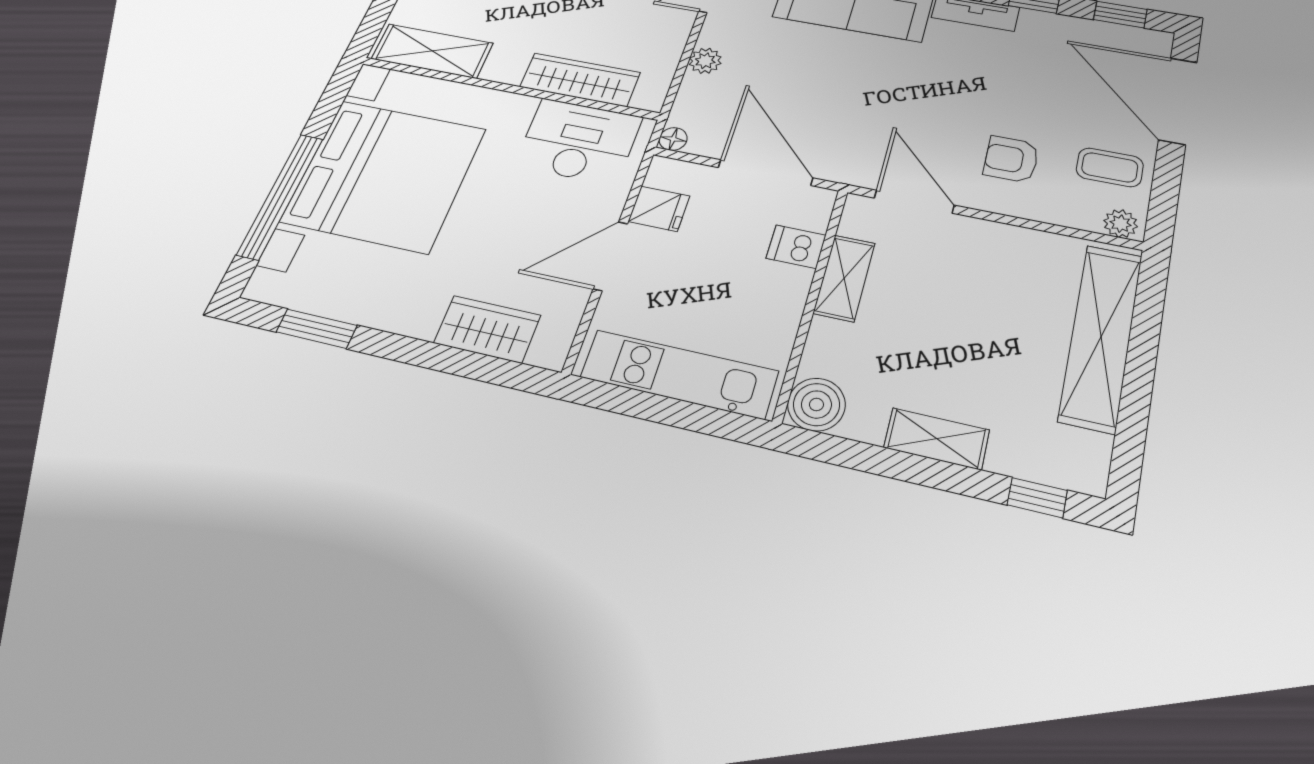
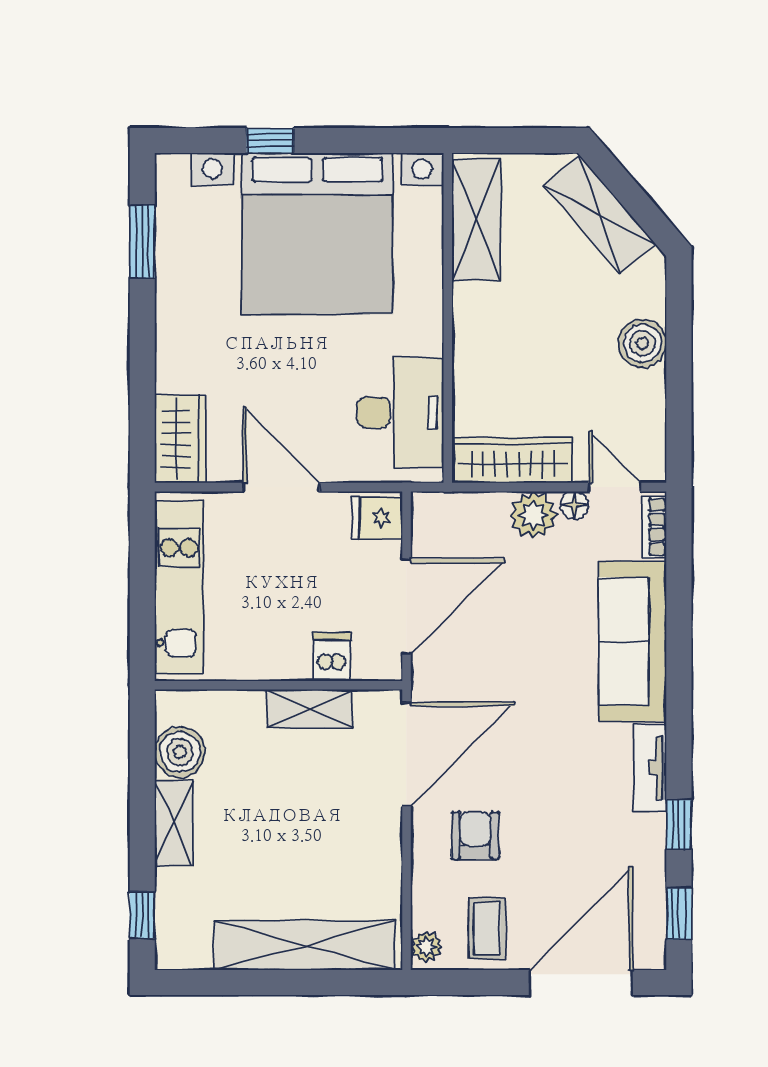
plant: (705, 61) -> (533, 515), width x1.38, depth x1.38
wardrobe: (580, 80) -> (513, 460), moved, turned -90
floor lamp: (673, 139) -> (574, 505), moved
window: (280, 196) -> (270, 140), width x0.32
door: (914, 202) -> (406, 754), width x1.36
fridge: (659, 209) -> (377, 518), moved, turned 90
wardrobe: (487, 329) -> (180, 439), moved
boiler: (816, 404) -> (180, 752), moved

